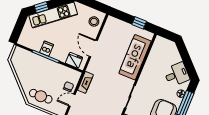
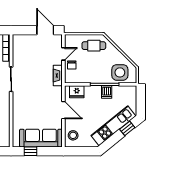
sofa: (135, 57) -> (41, 138), moved, turned -90
side table: (27, 62) -> (120, 72), added

